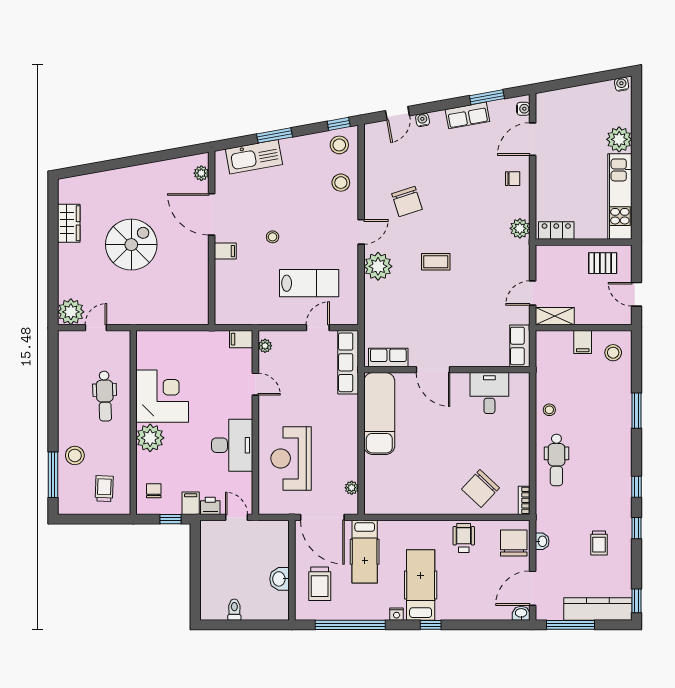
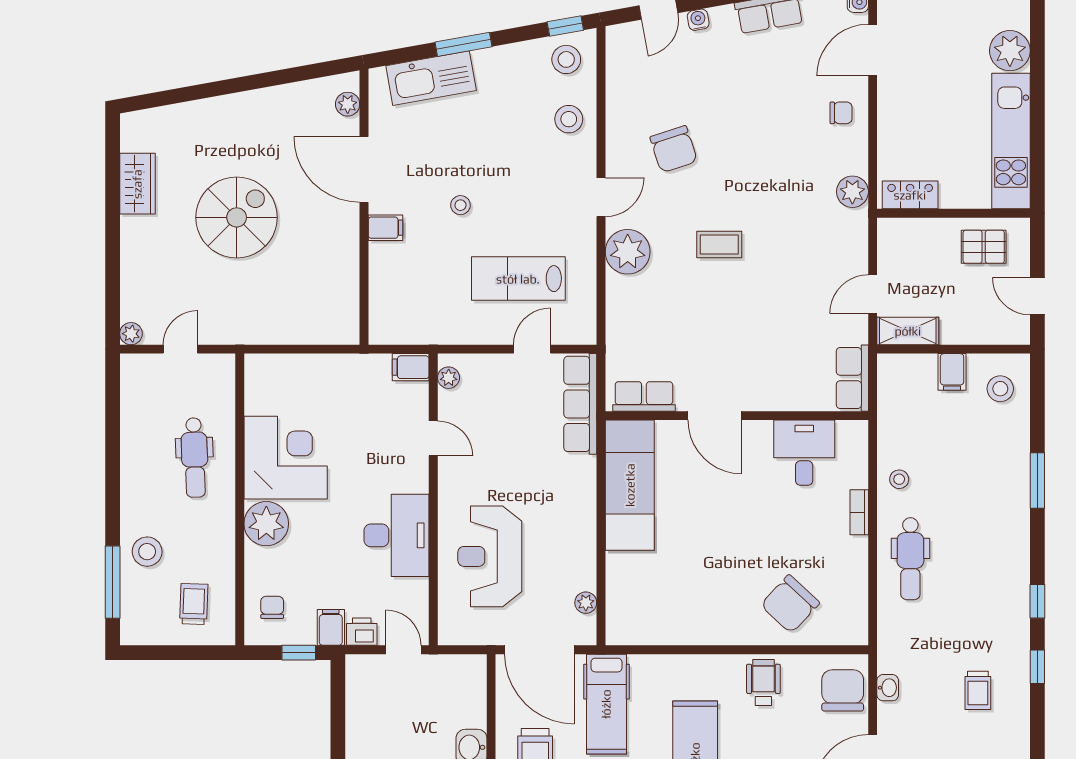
lab bench: (309, 283) -> (518, 279), turned 180
plant: (71, 312) -> (131, 334), width x0.53, depth x0.53
bookcase: (524, 500) -> (859, 512), moved

